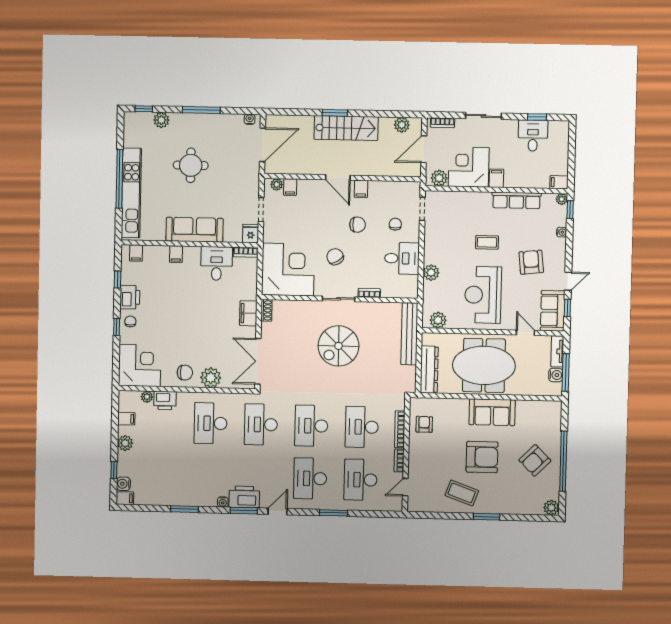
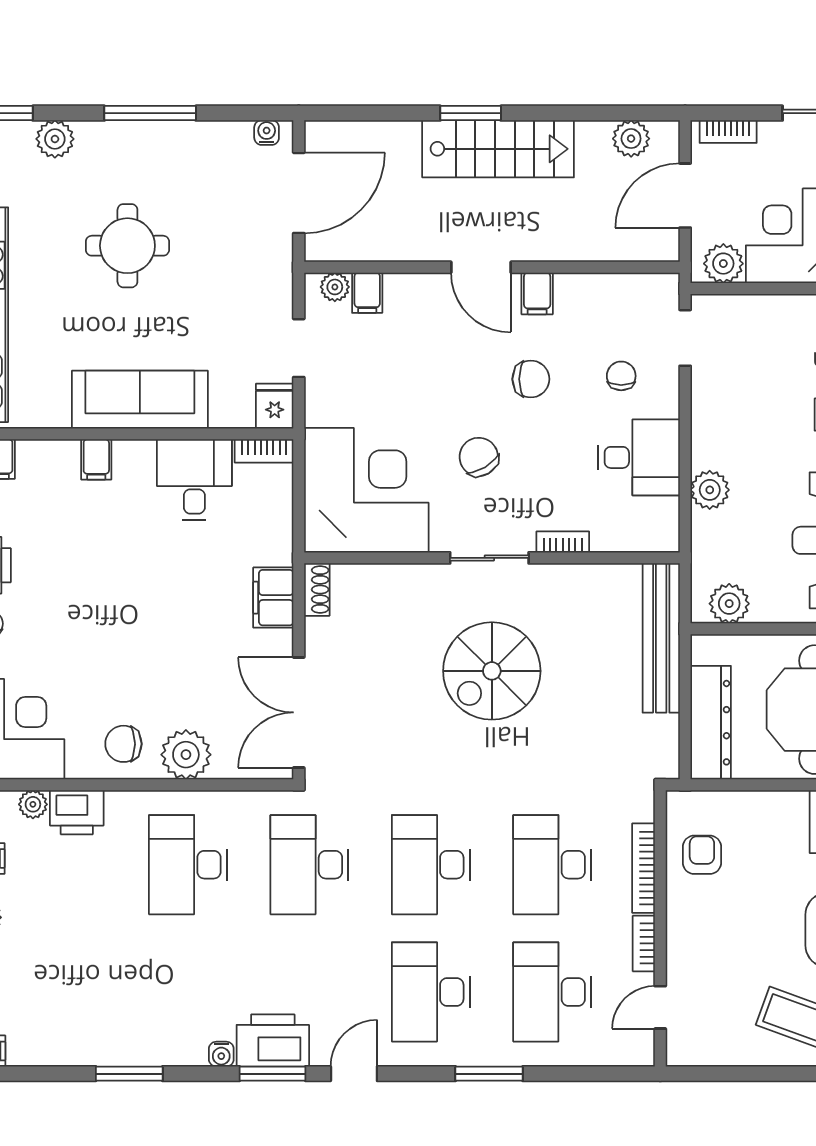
chair: (185, 373) -> (123, 744), turned 180

